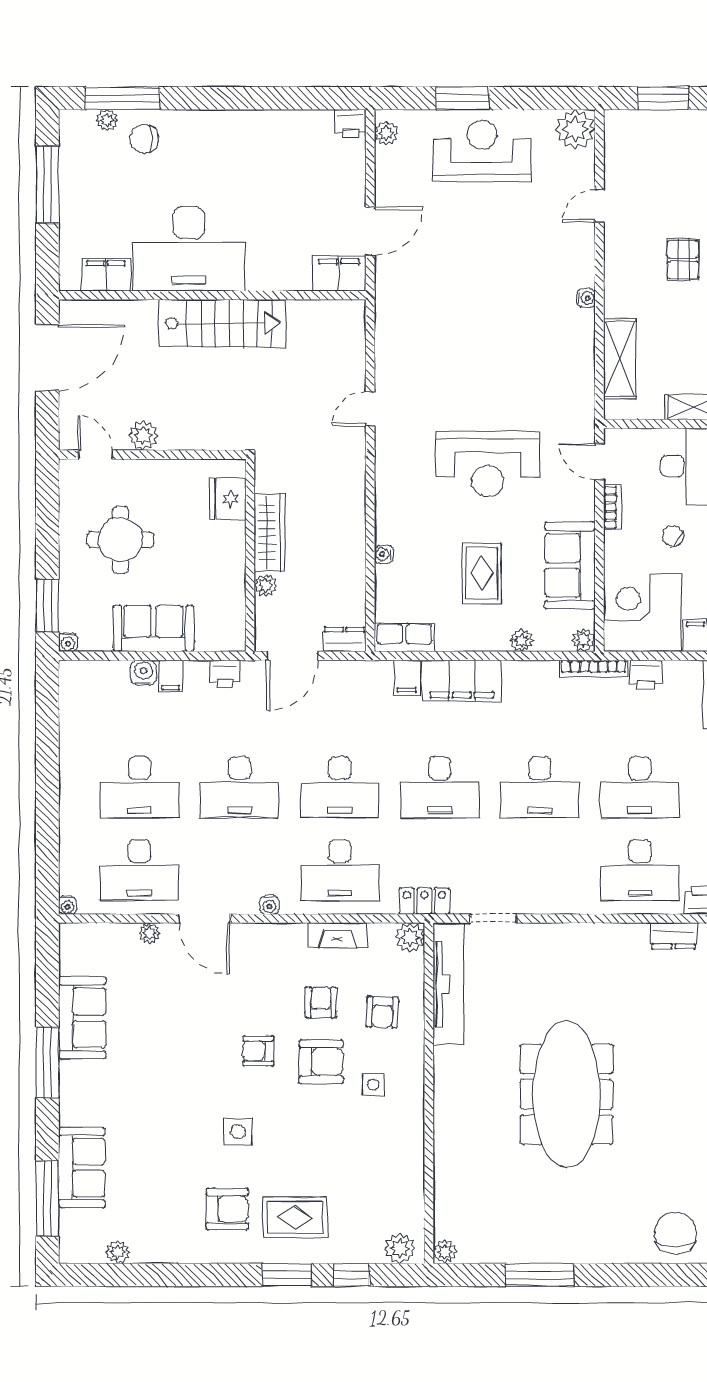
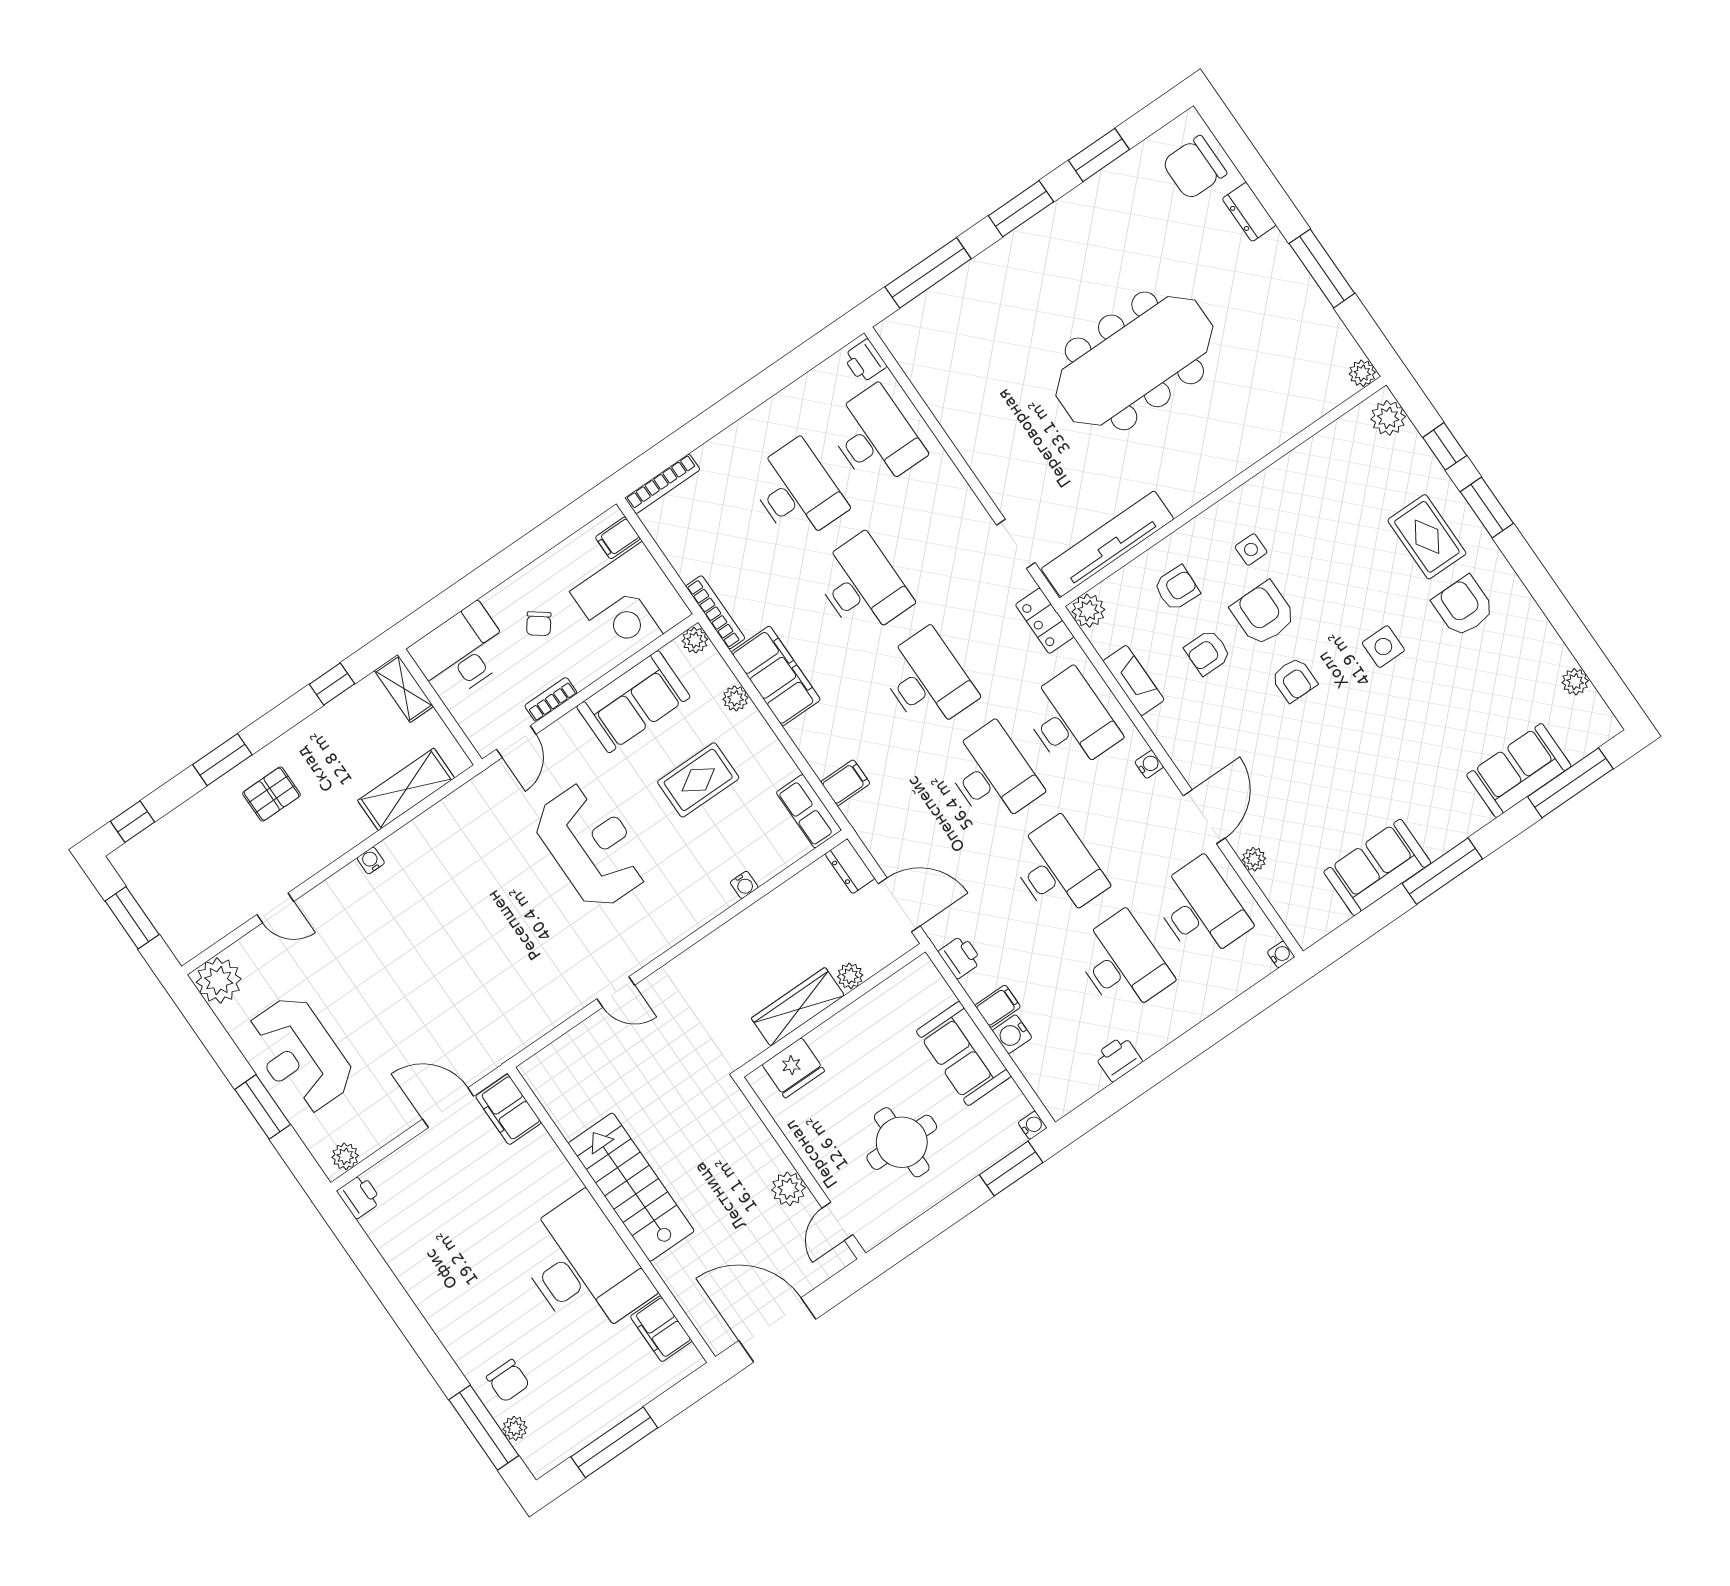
printer: (646, 675) -> (1118, 1058), moved, turned -90
filing cabinet: (462, 681) -> (776, 676), moved
dresser: (673, 936) -> (1249, 212), moved, turned 180

